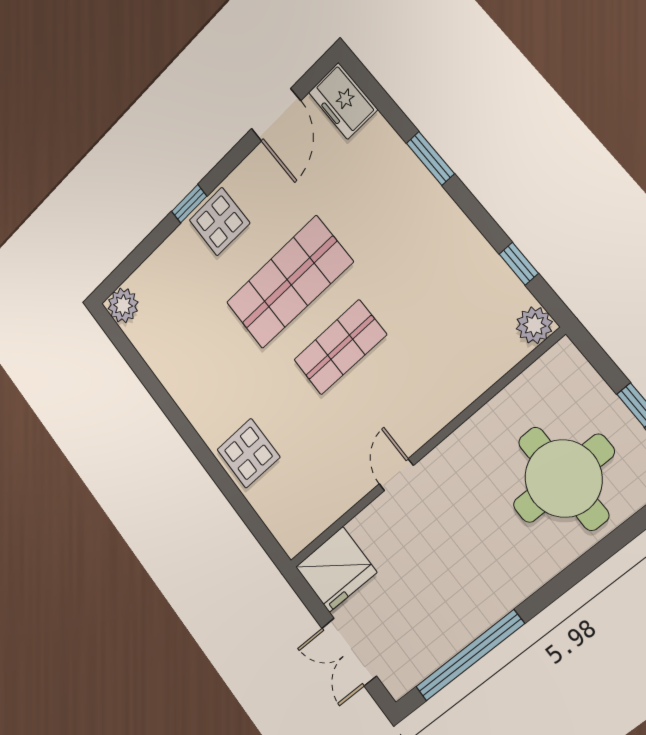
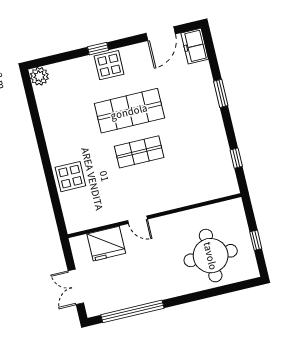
plant: (534, 325) -> (230, 187), removed
door: (396, 475) -> (138, 220), swing flipped
fridge: (336, 570) -> (106, 244), moved

